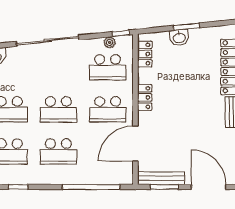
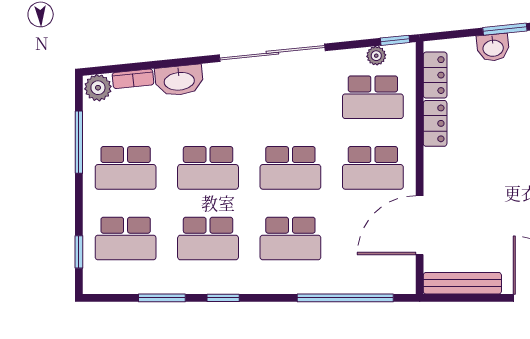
locker: (145, 97) -> (435, 123), moved
window: (164, 187) -> (468, 298), removed

